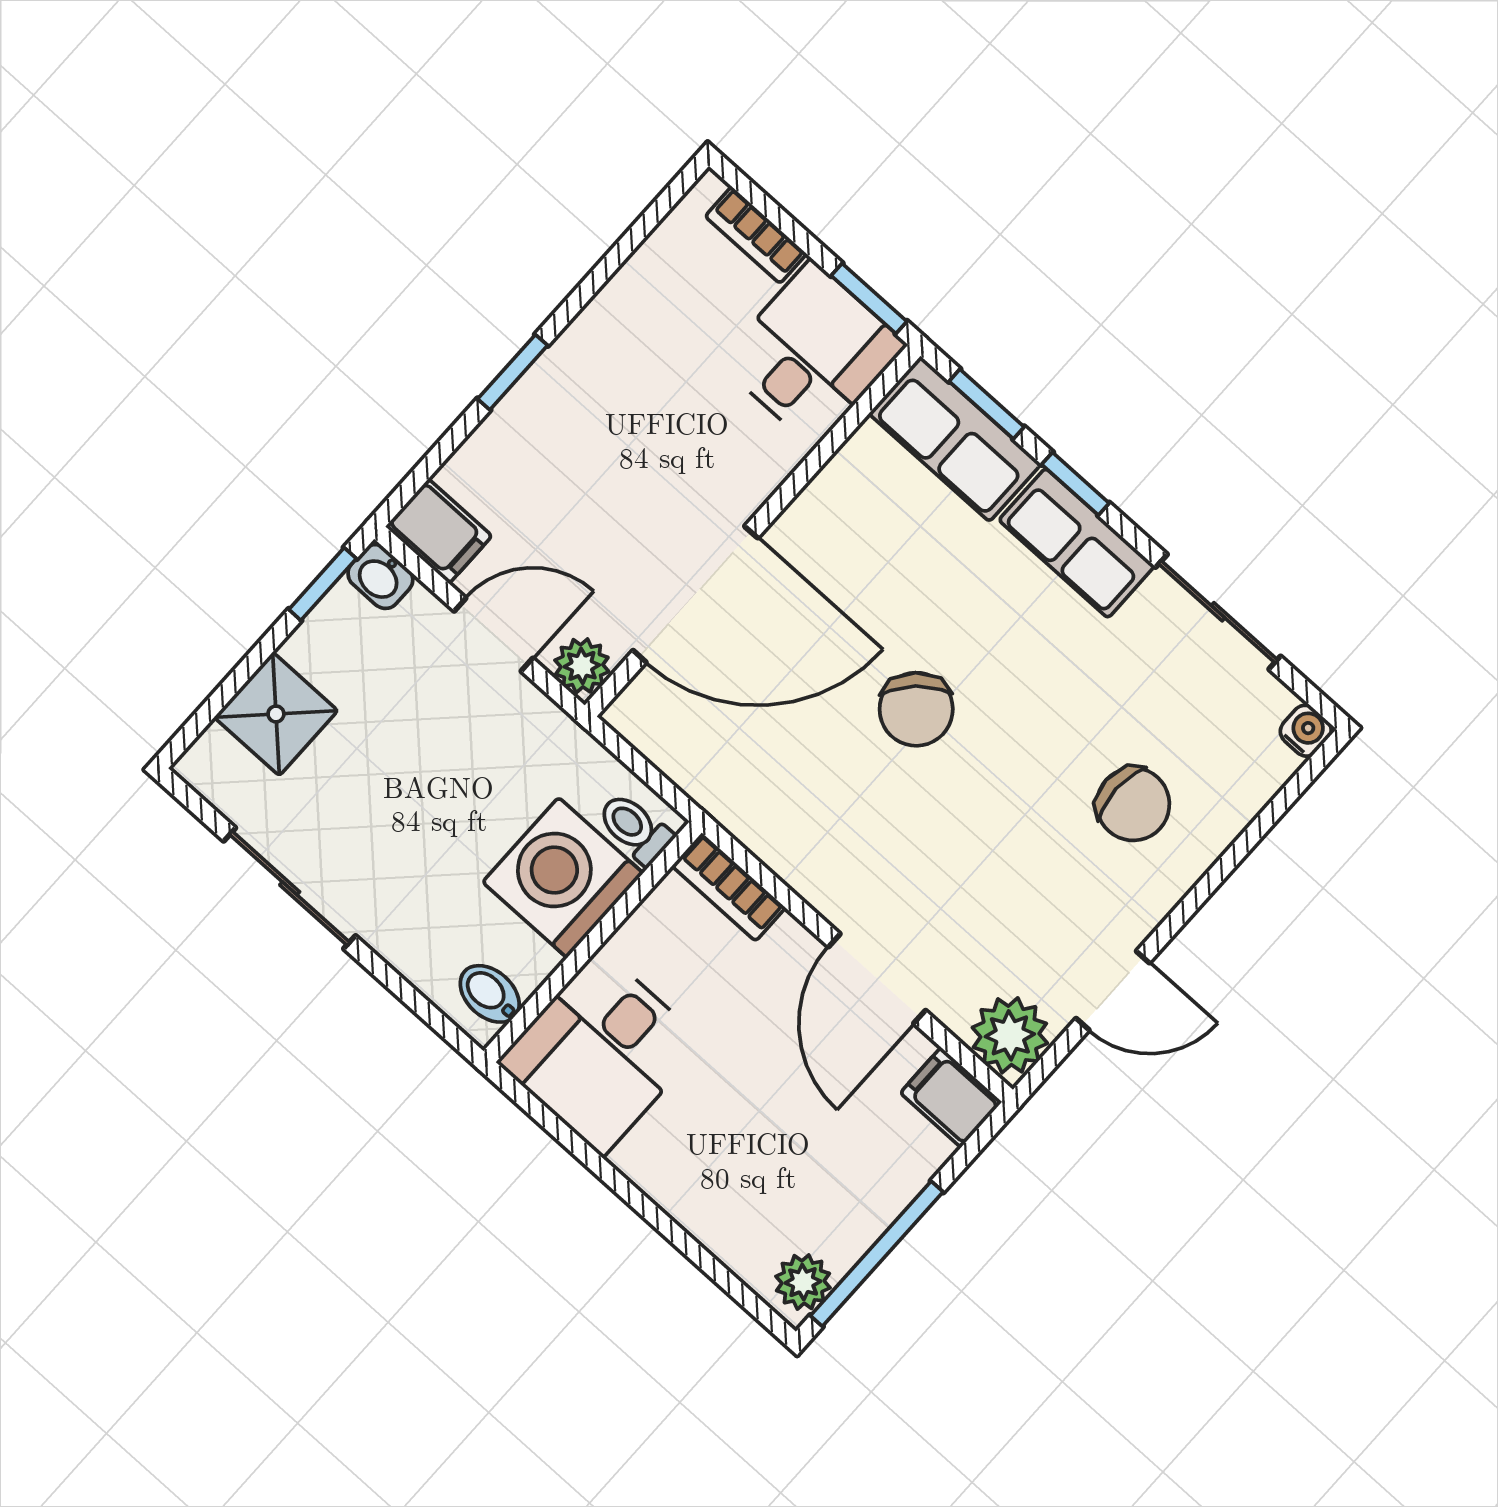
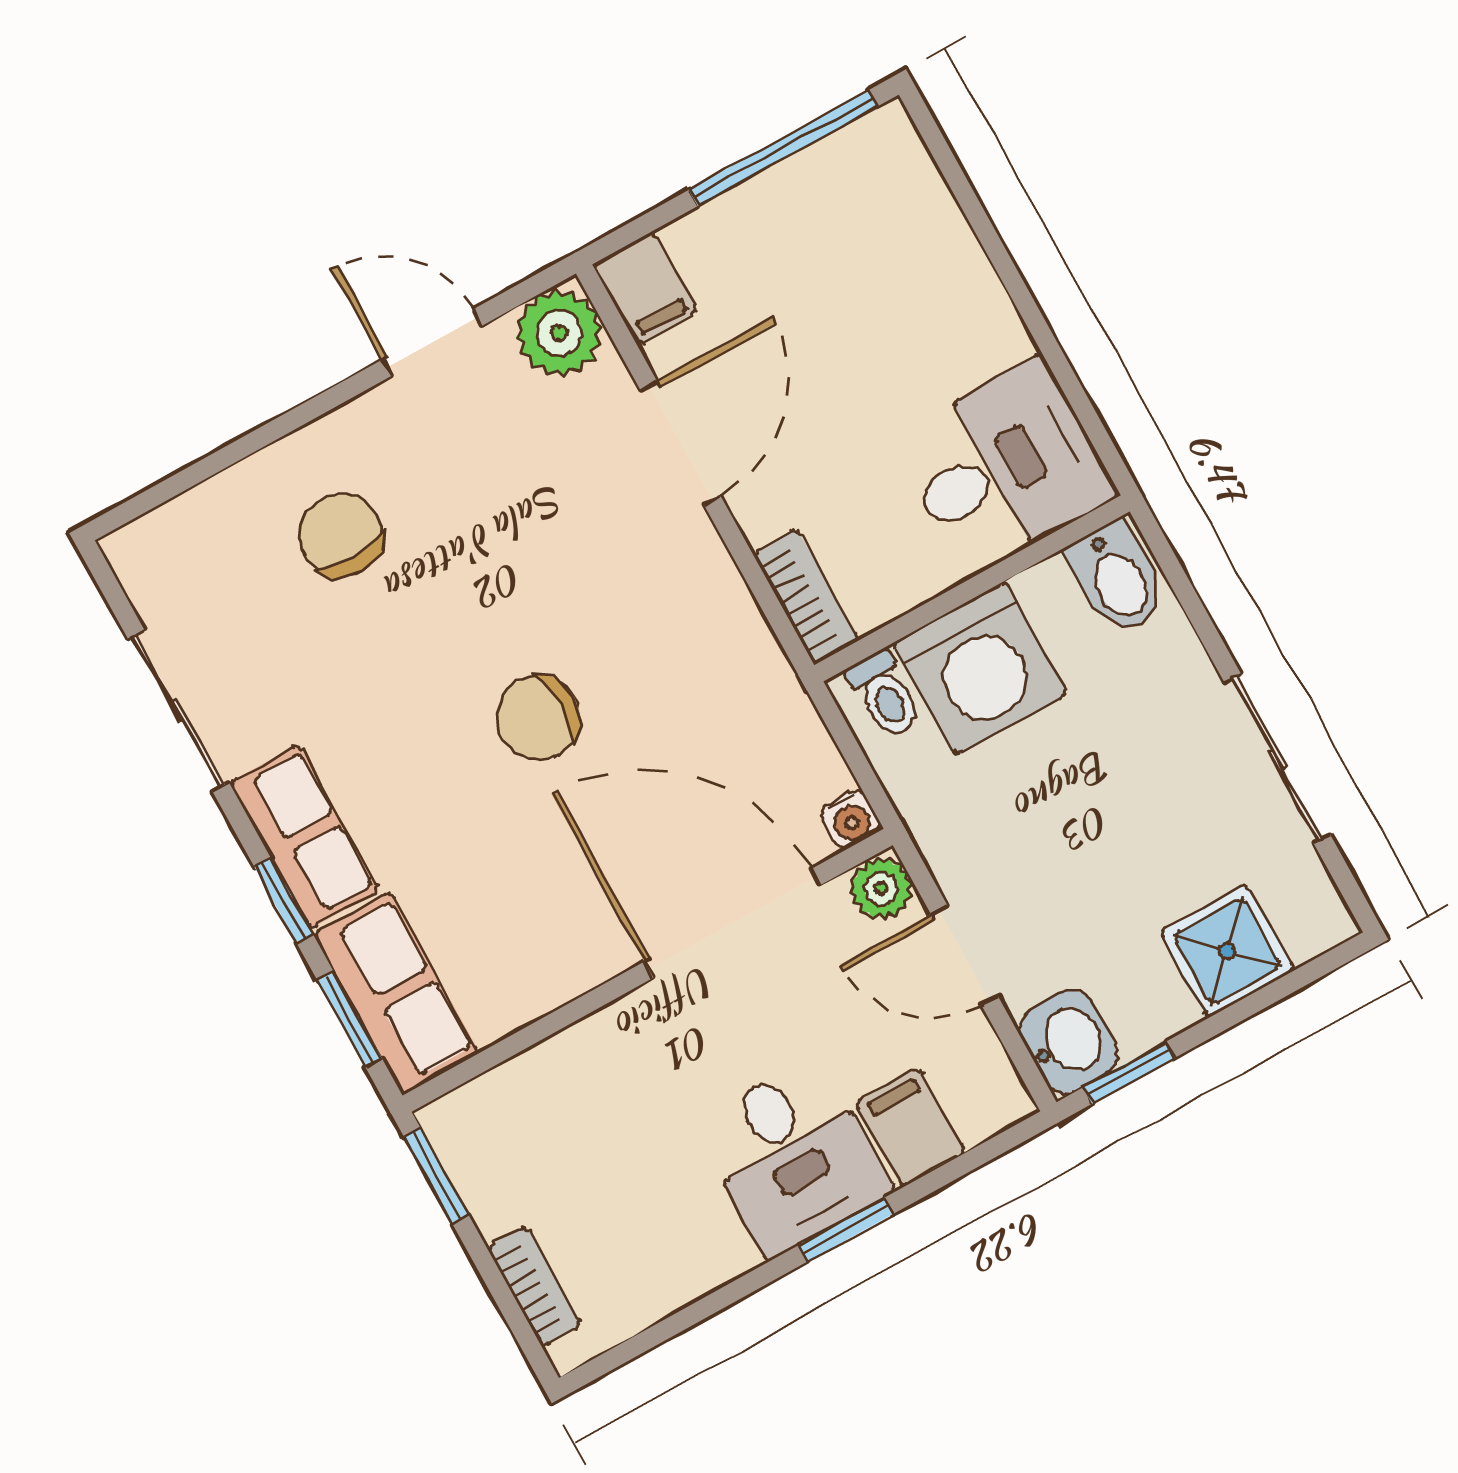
desk: (813, 354) -> (793, 1157), moved, turned -90
filing cabinet: (439, 531) -> (911, 1127), moved
washbasin: (380, 577) -> (1068, 1042), width x1.38, depth x1.45
chair: (916, 709) -> (538, 718), turned -138
water cooler: (1306, 731) -> (850, 819), moved, turned -90
bidet: (490, 994) -> (1117, 578), width x1.38, depth x1.36
plant: (803, 1282) -> (873, 145), removed

